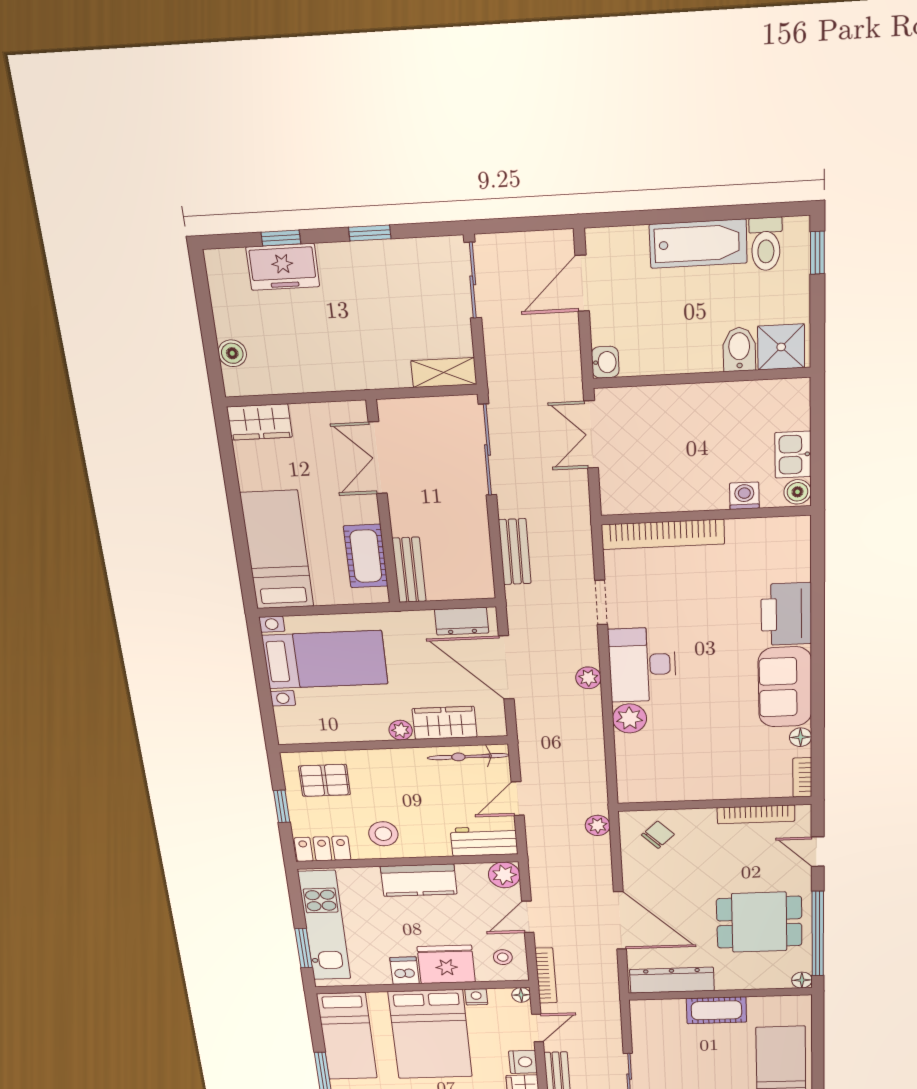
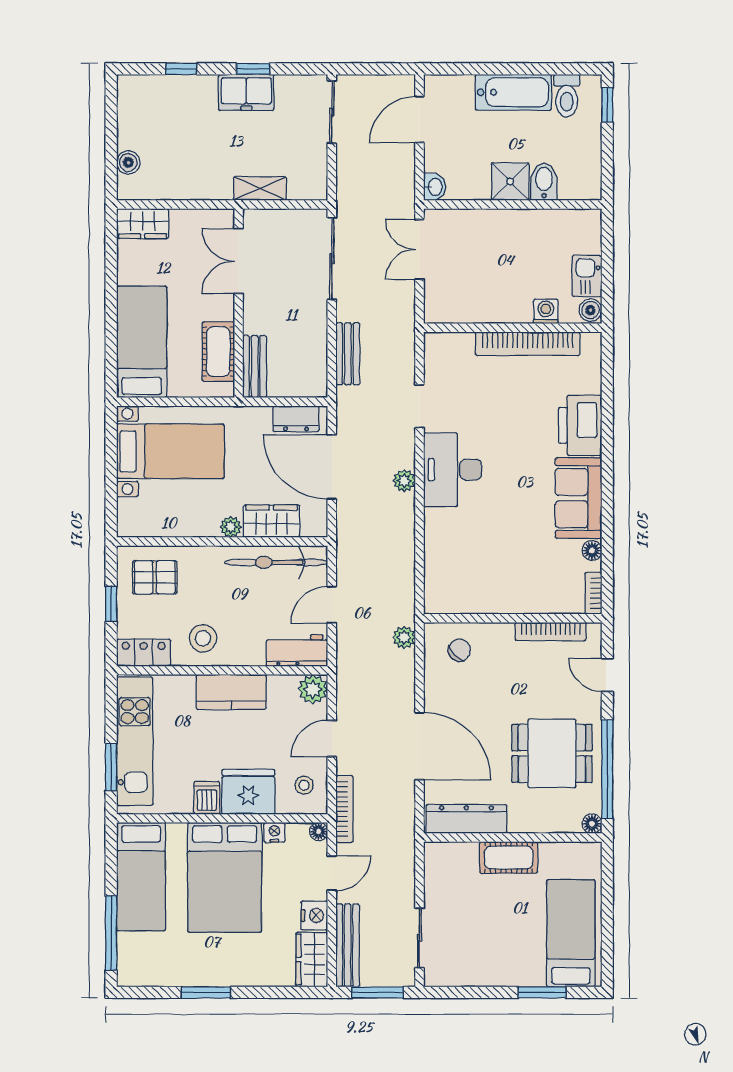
freezer: (283, 267) -> (246, 92), moved
shower: (781, 347) -> (510, 182), moved
shelving: (444, 373) -> (260, 189), moved
bookcase: (663, 534) -> (528, 344), moved
plant: (629, 718) -> (439, 524), removed
bicycle: (468, 757) -> (276, 562), width x1.37, depth x1.40

